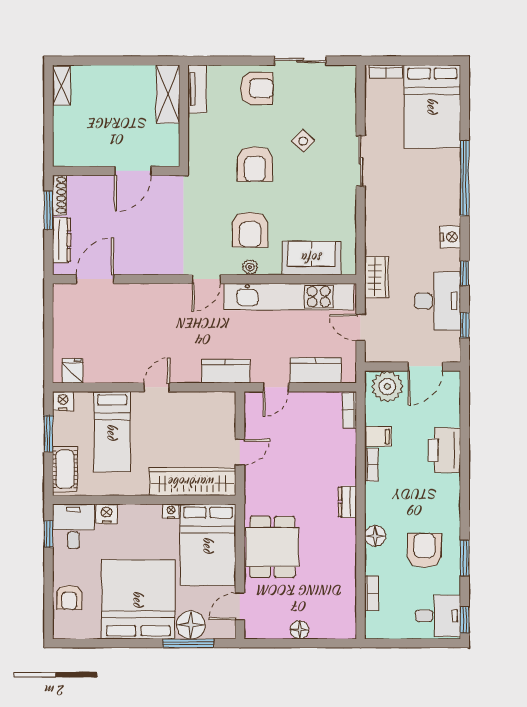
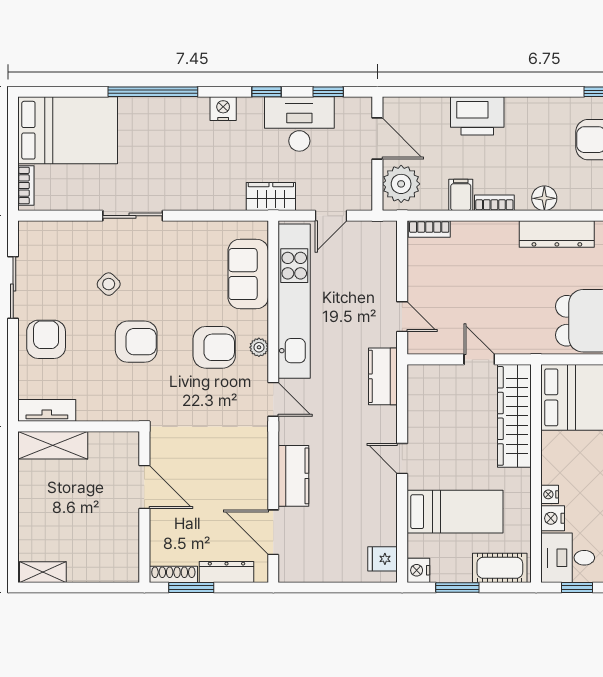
kitchen counter: (316, 370) -> (293, 476), moved, turned 180
dresser: (347, 502) -> (557, 234), width x1.96, depth x1.24
nightstand: (171, 511) -> (550, 494), moved
floor lamp: (375, 536) -> (544, 198), moved

